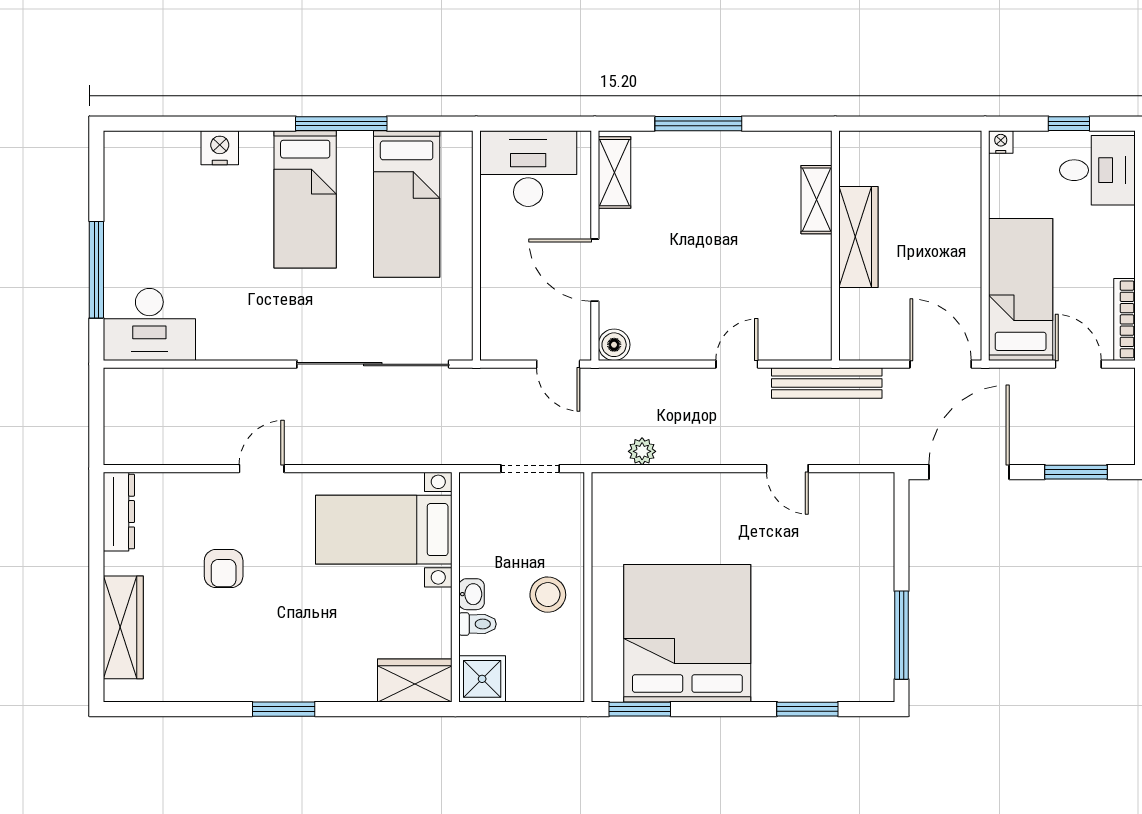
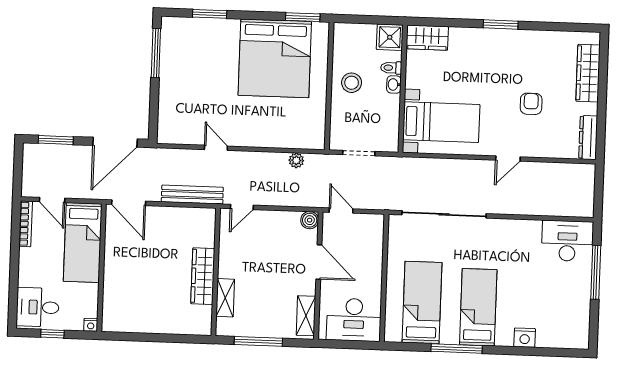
shelving: (816, 200) -> (225, 298), moved
wardrobe: (858, 237) -> (203, 276), moved
wall: (835, 246) -> (216, 272), moved

